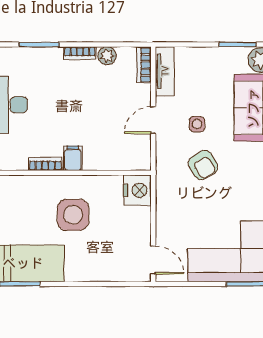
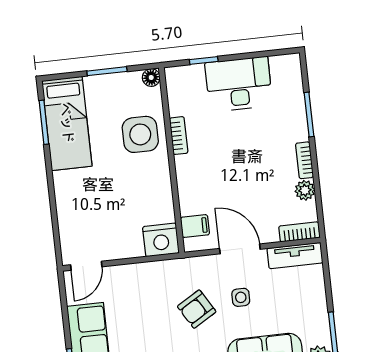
door: (153, 120) -> (240, 249), width x1.38
filing cabinet: (73, 158) -> (195, 226), moved
side table: (73, 215) -> (140, 134), moved

